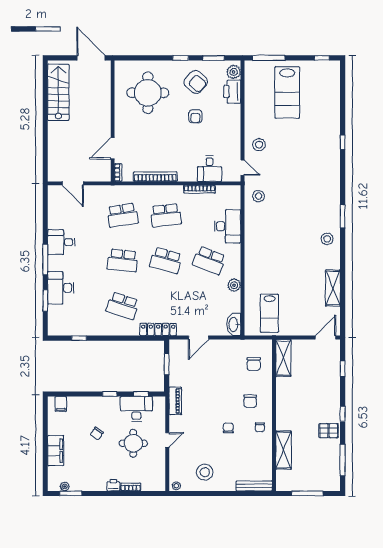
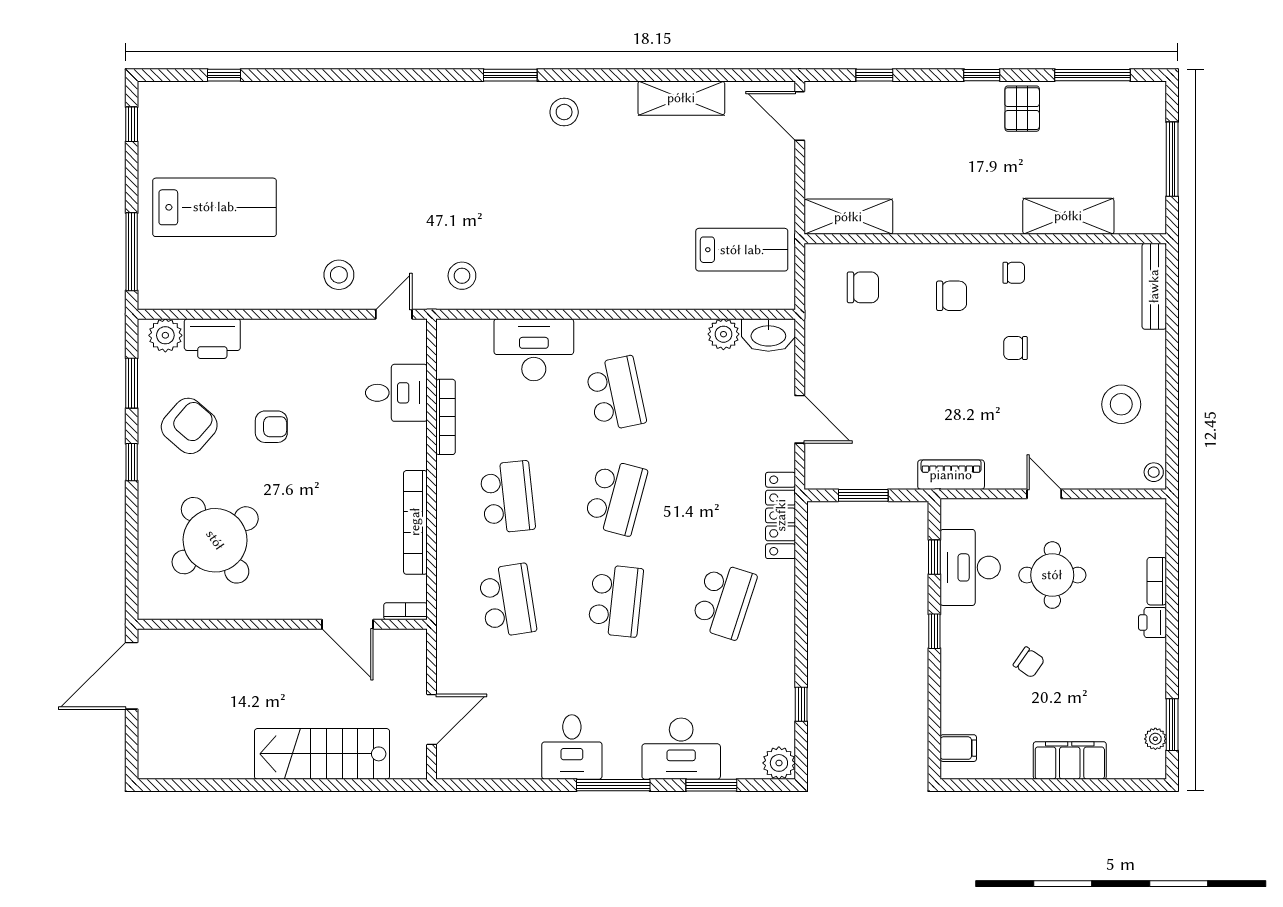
stairs: (58, 92) -> (322, 754), moved
round table: (148, 93) -> (215, 540), turned -35
window: (343, 142) -> (224, 75), moved
school desk: (209, 260) -> (616, 394), turned -33
plant: (234, 285) -> (723, 334), moved
plant: (55, 329) -> (779, 763), added

